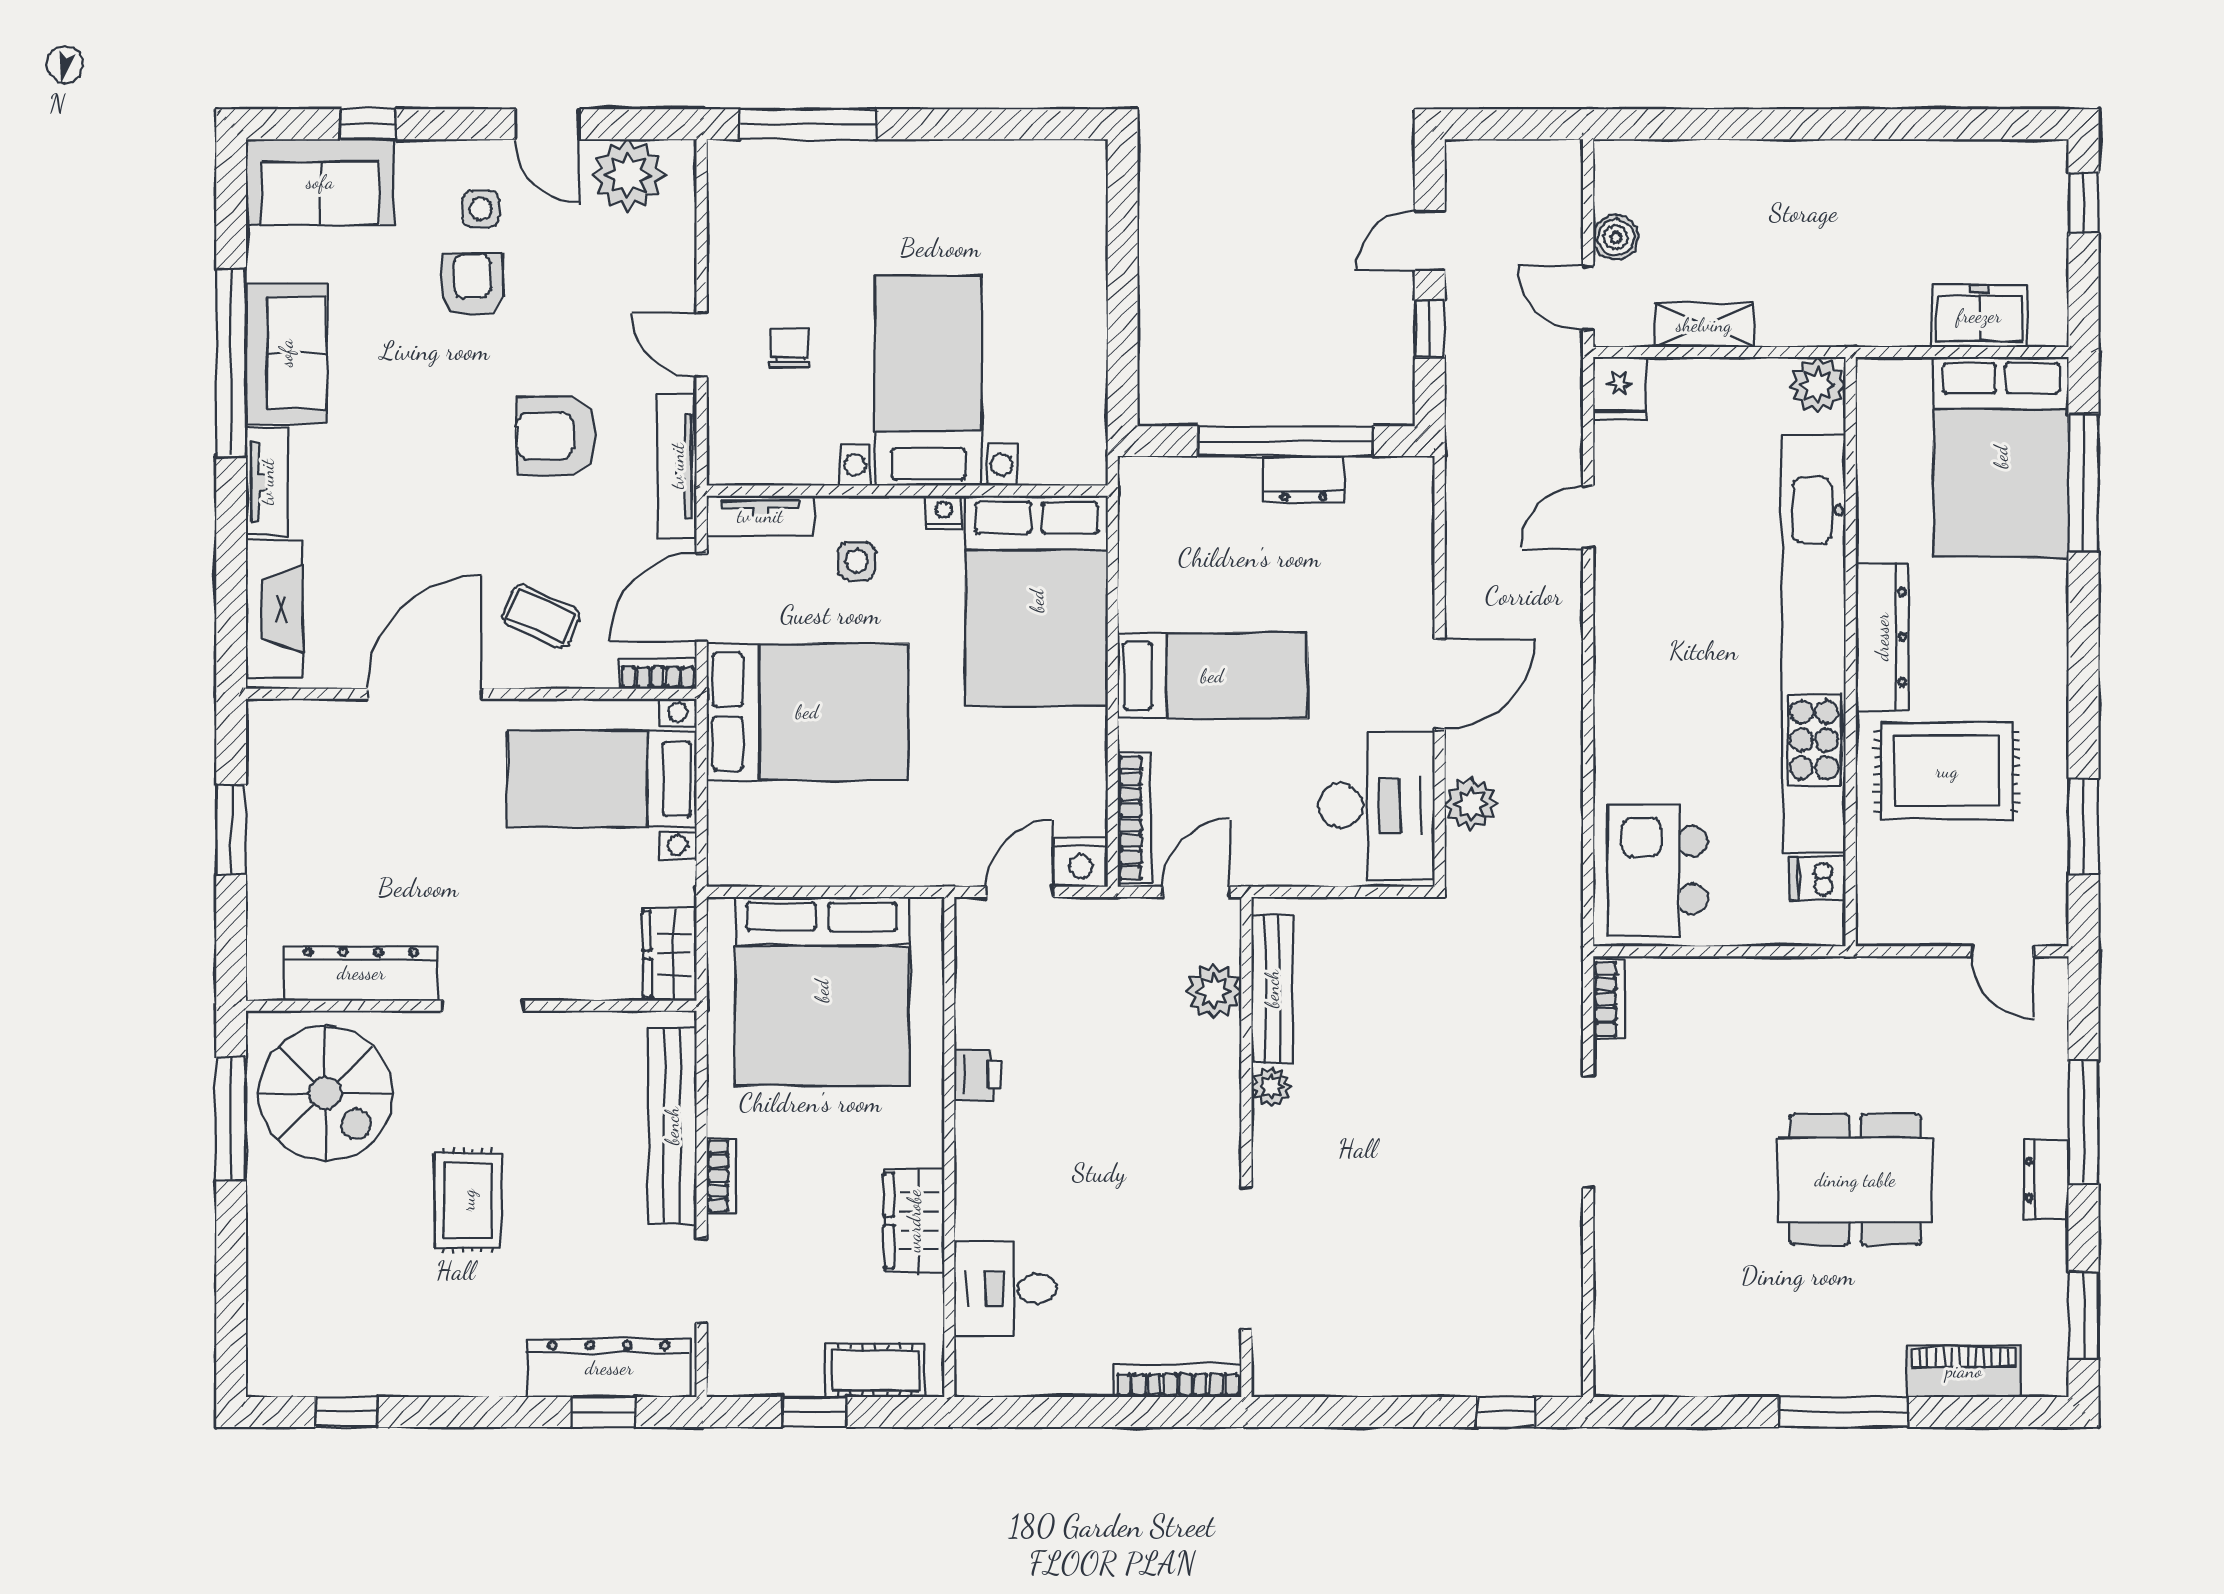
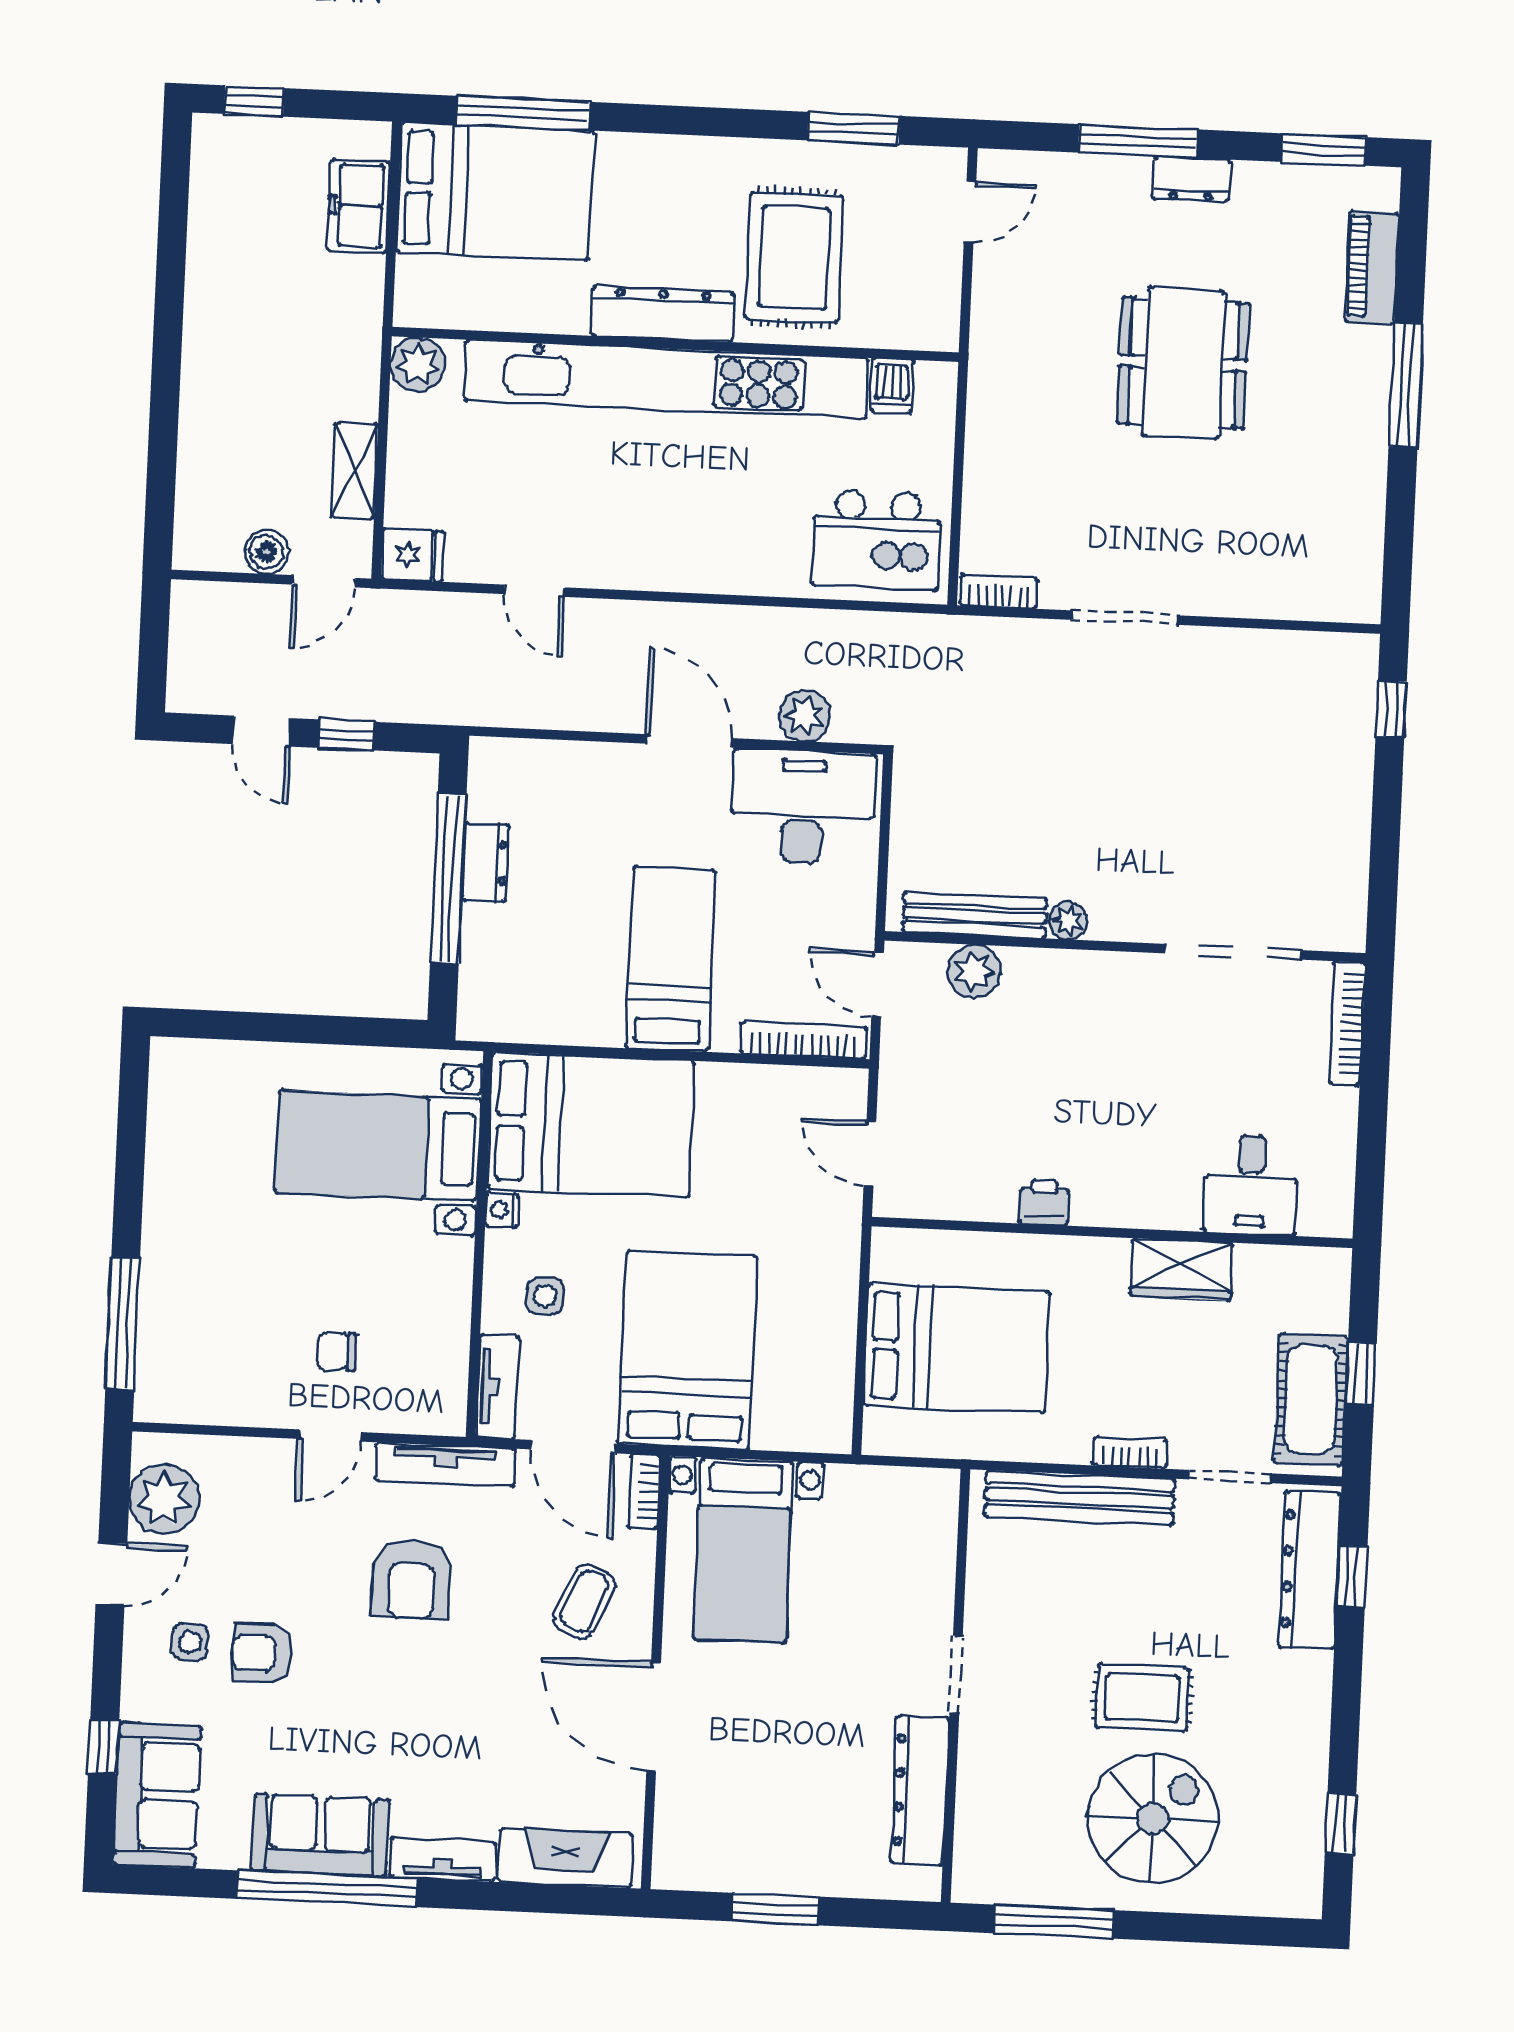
bed with nightstands: (928, 381) -> (378, 1146), moved
nightstand: (1081, 863) -> (845, 1094), removed
wardrobe: (670, 954) -> (915, 1493), removed
bed: (822, 991) -> (957, 1348), width x0.73
spiral stairs: (325, 1093) -> (1153, 1818), moved
cot: (875, 1370) -> (1311, 1400), moved, width x1.37, depth x1.34

